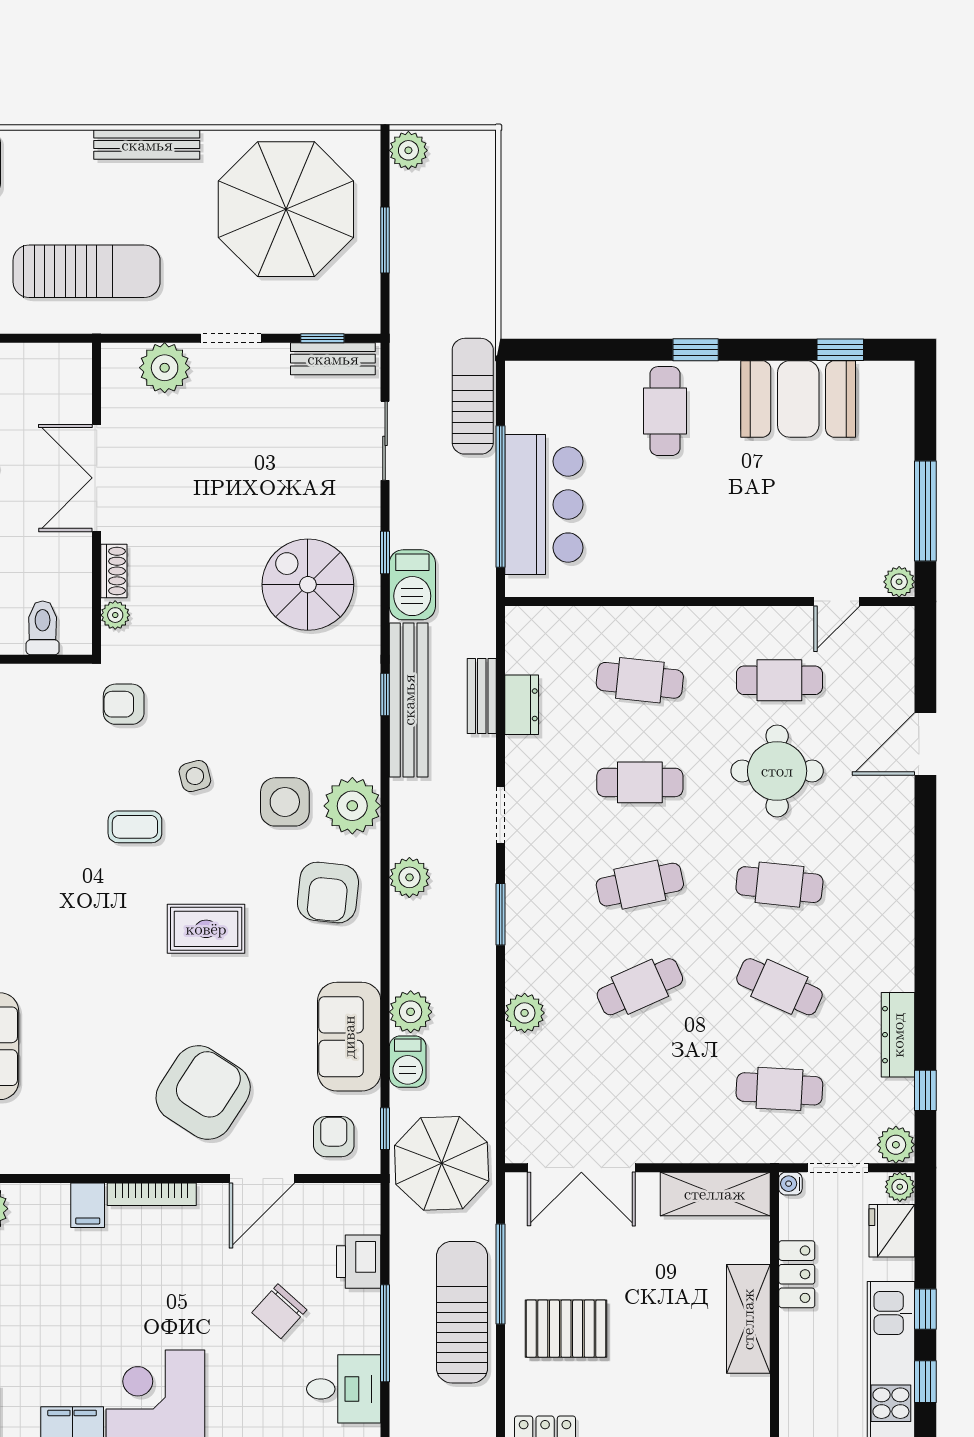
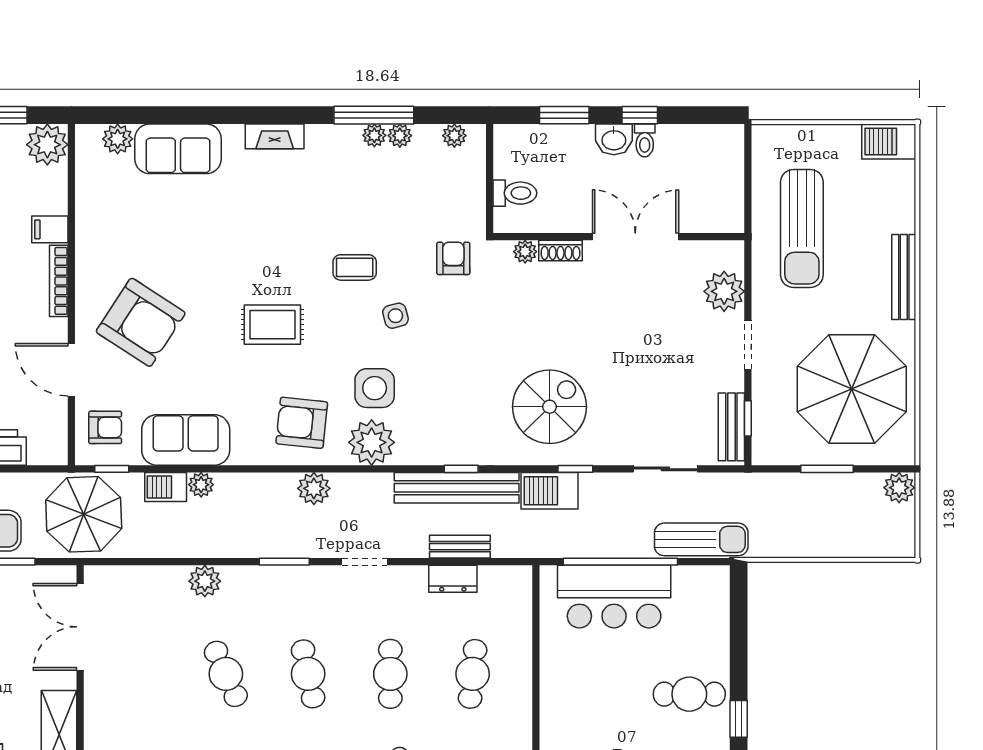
coffee table: (135, 827) -> (355, 267), turned 90
rug: (206, 929) -> (272, 325), turned 90
plant: (411, 1012) -> (201, 485), width x0.73, depth x0.73

